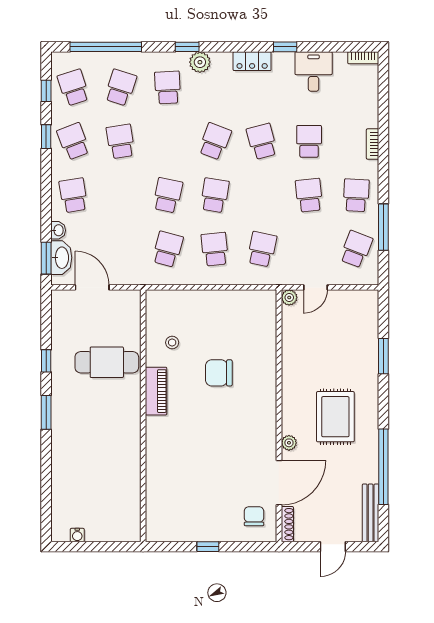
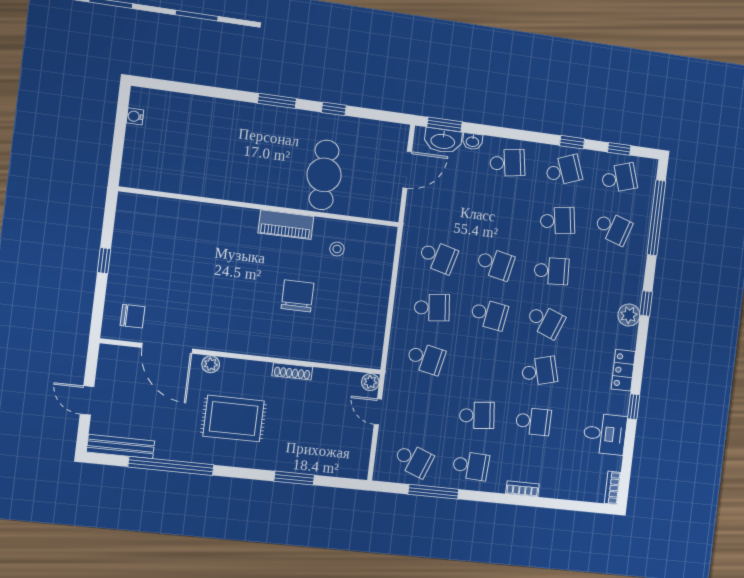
school desk: (168, 88) -> (551, 271), moved
shoe rack: (287, 524) -> (292, 371), moved

